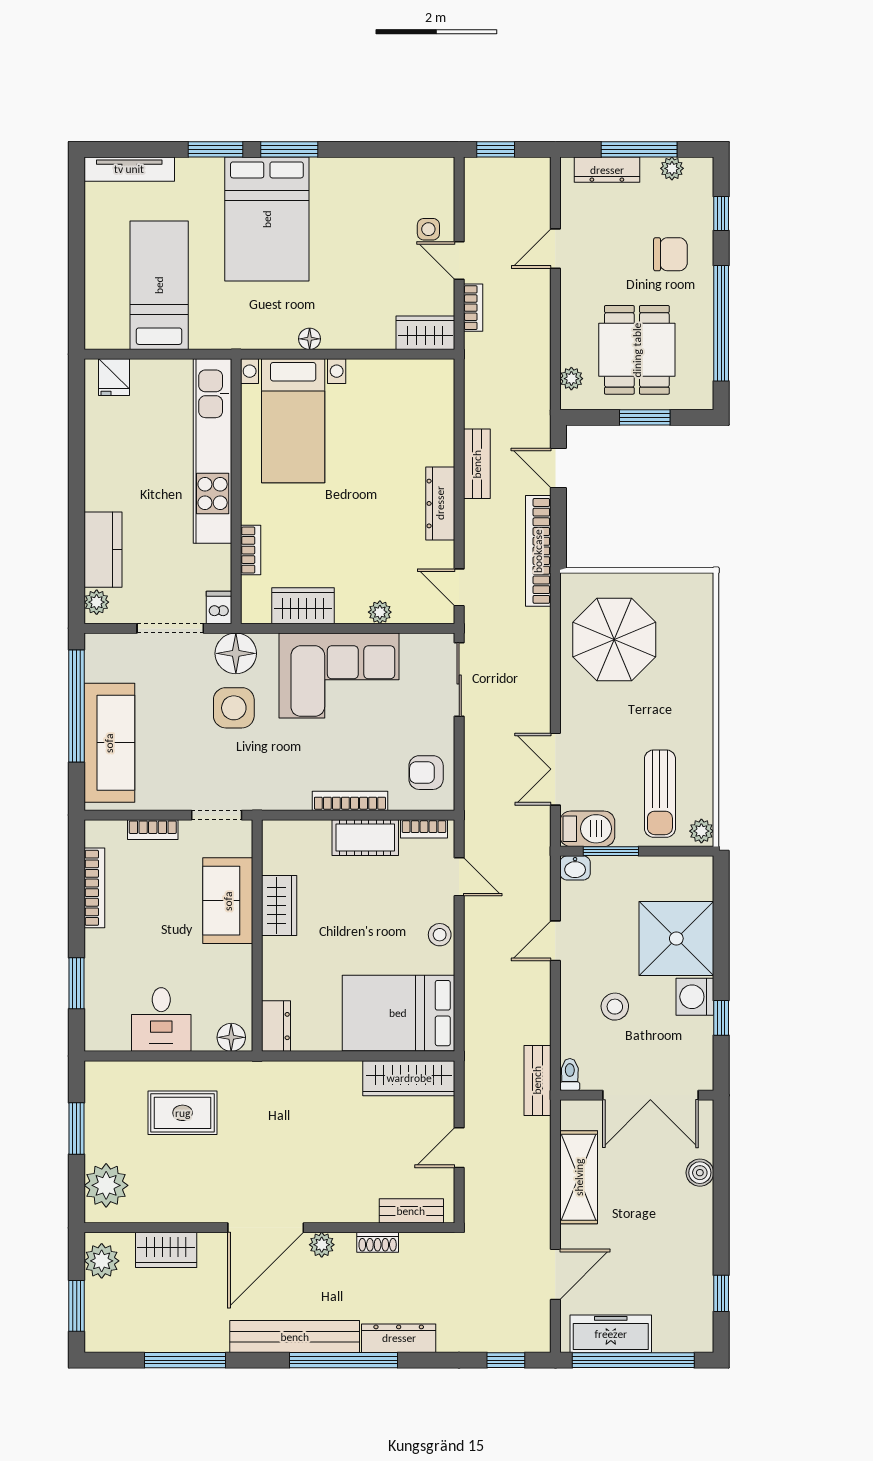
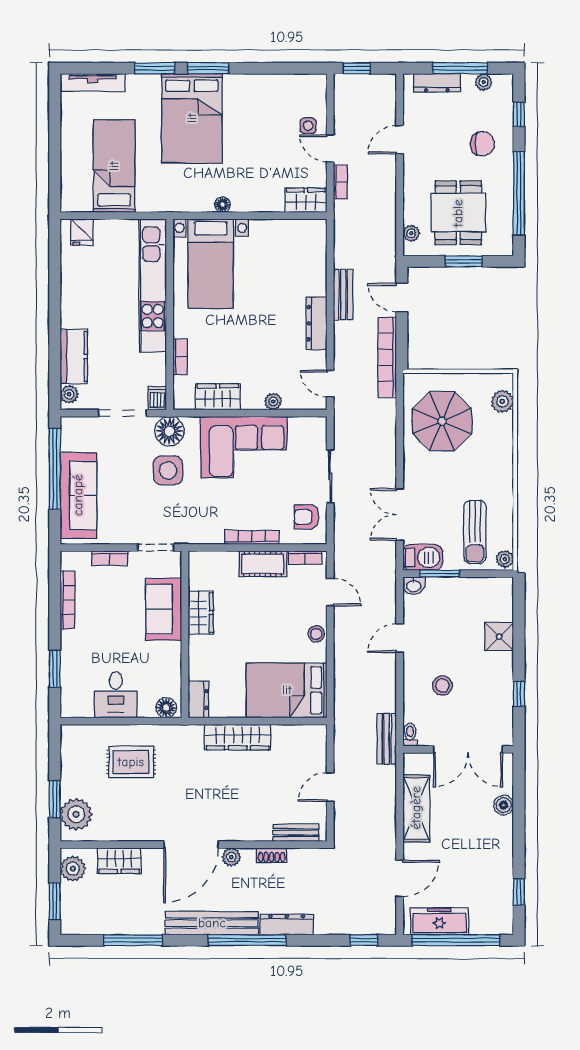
plant: (698, 612) -> (502, 401), added
sliding door: (459, 679) -> (330, 476), moved
shower: (676, 938) -> (499, 636), width x0.54, depth x0.54
washing machine: (695, 997) -> (500, 678), removed
wardrobe: (409, 1078) -> (238, 737), moved
window: (77, 1128) -> (55, 799), moved

